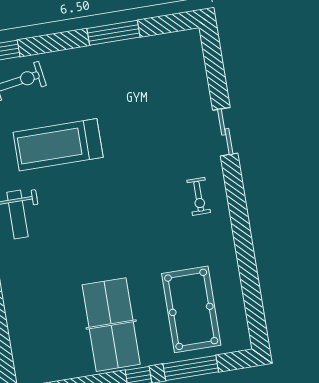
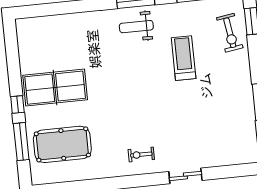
treadmill: (58, 145) -> (184, 58), width x0.73, depth x0.73

